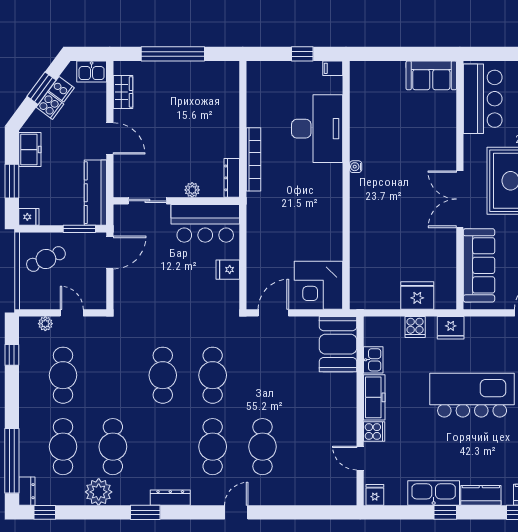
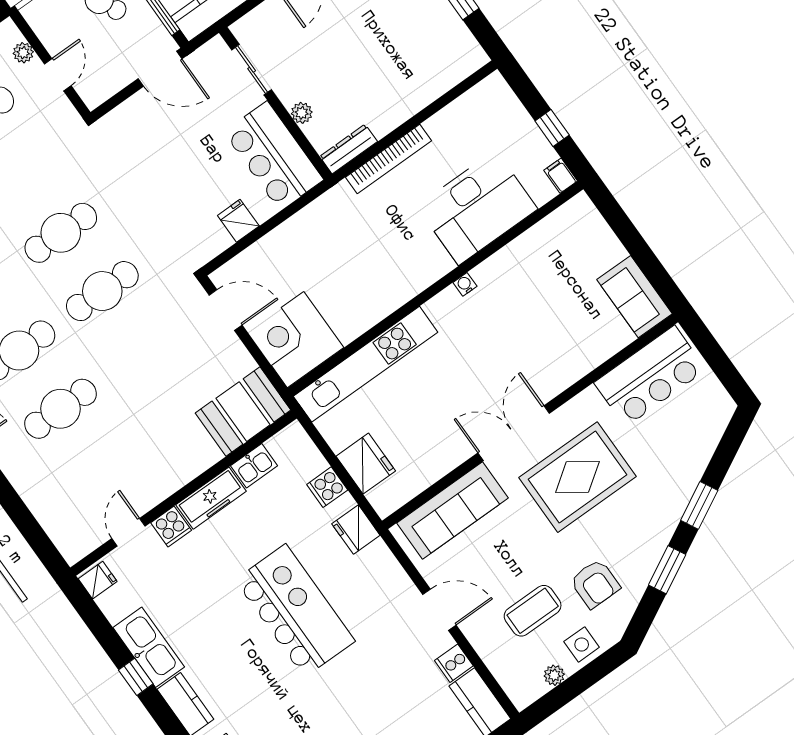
kitchen unit: (361, 255) -> (366, 364), added

